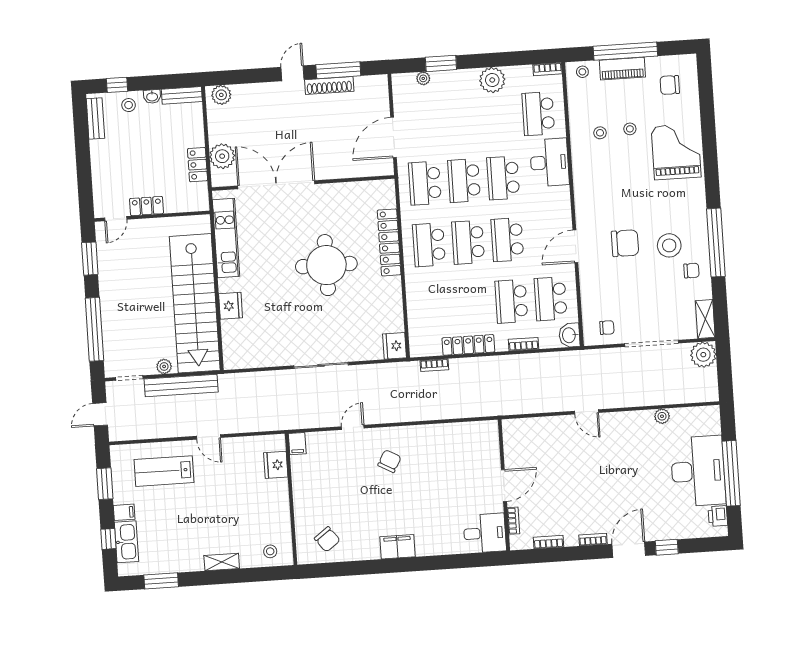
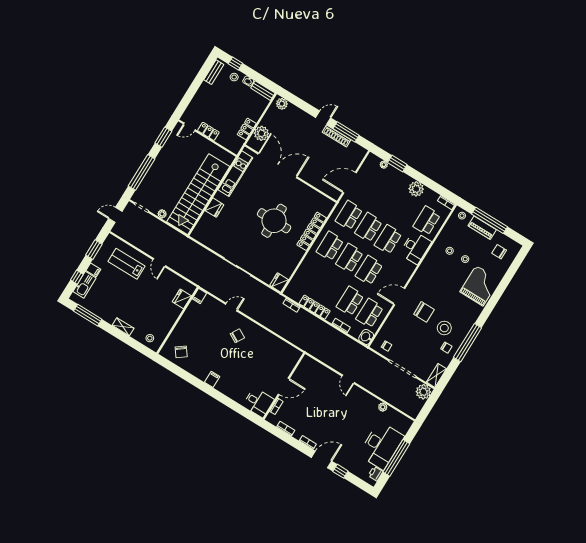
bench: (181, 386) -> (164, 229), removed
filing cabinet: (397, 547) -> (212, 379), width x0.50
window: (161, 581) -> (88, 315), width x1.44

